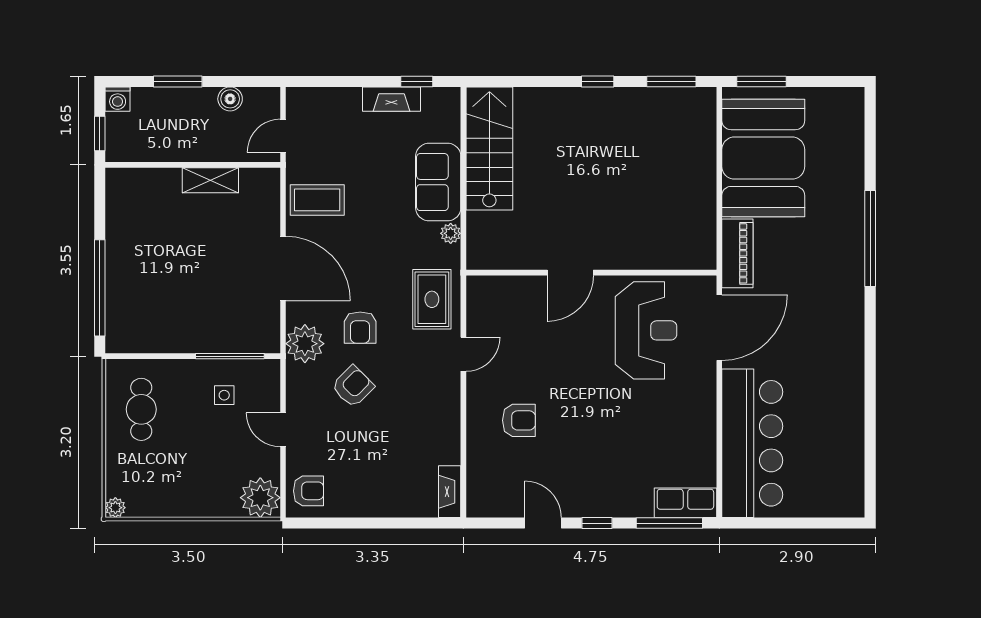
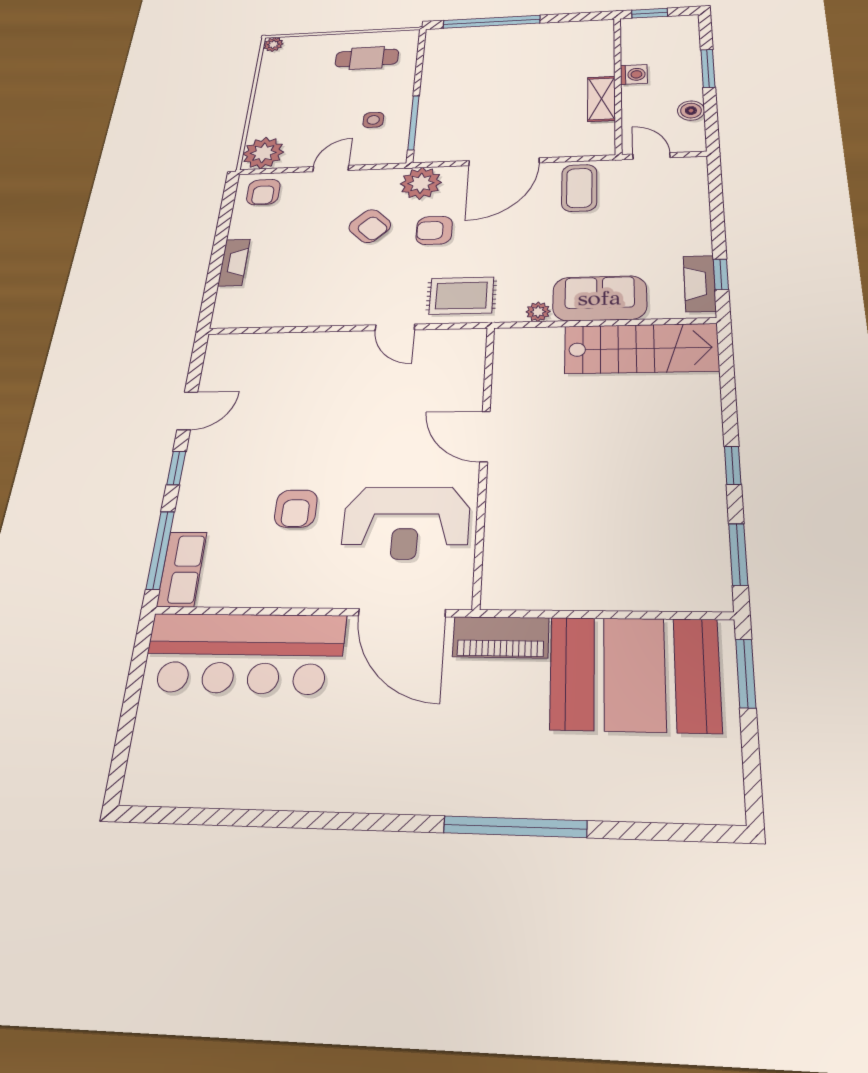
washing machine: (118, 99) -> (634, 74), moved, turned 180
fireplace: (391, 99) -> (700, 284), moved
armchair: (519, 420) -> (296, 509), moved
fireplace: (450, 492) -> (234, 262), moved, turned 90

